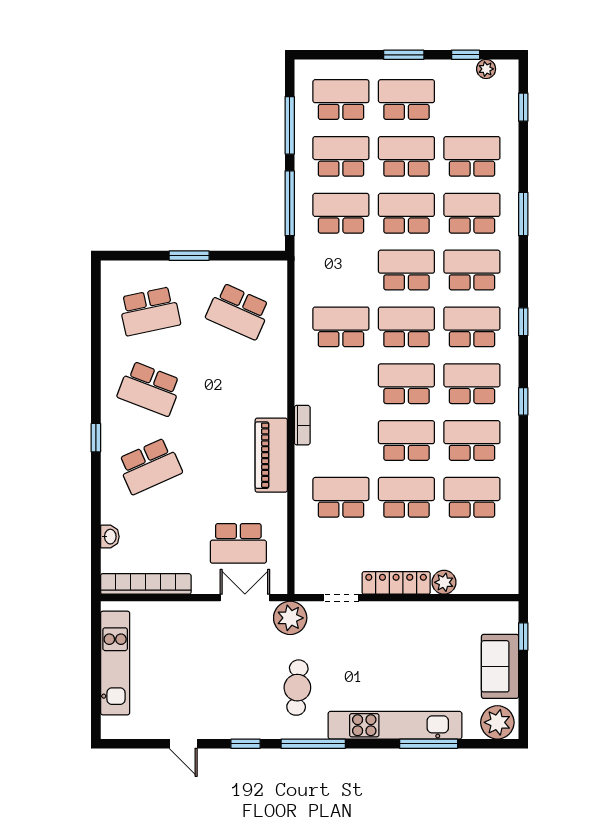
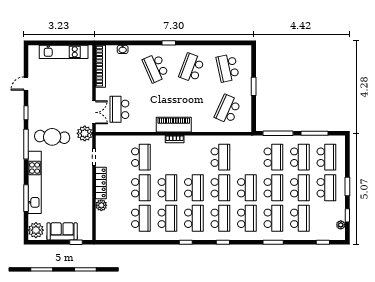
piano: (271, 455) -> (174, 125), moved
cafe table: (297, 688) -> (52, 137), width x1.37, depth x1.35

